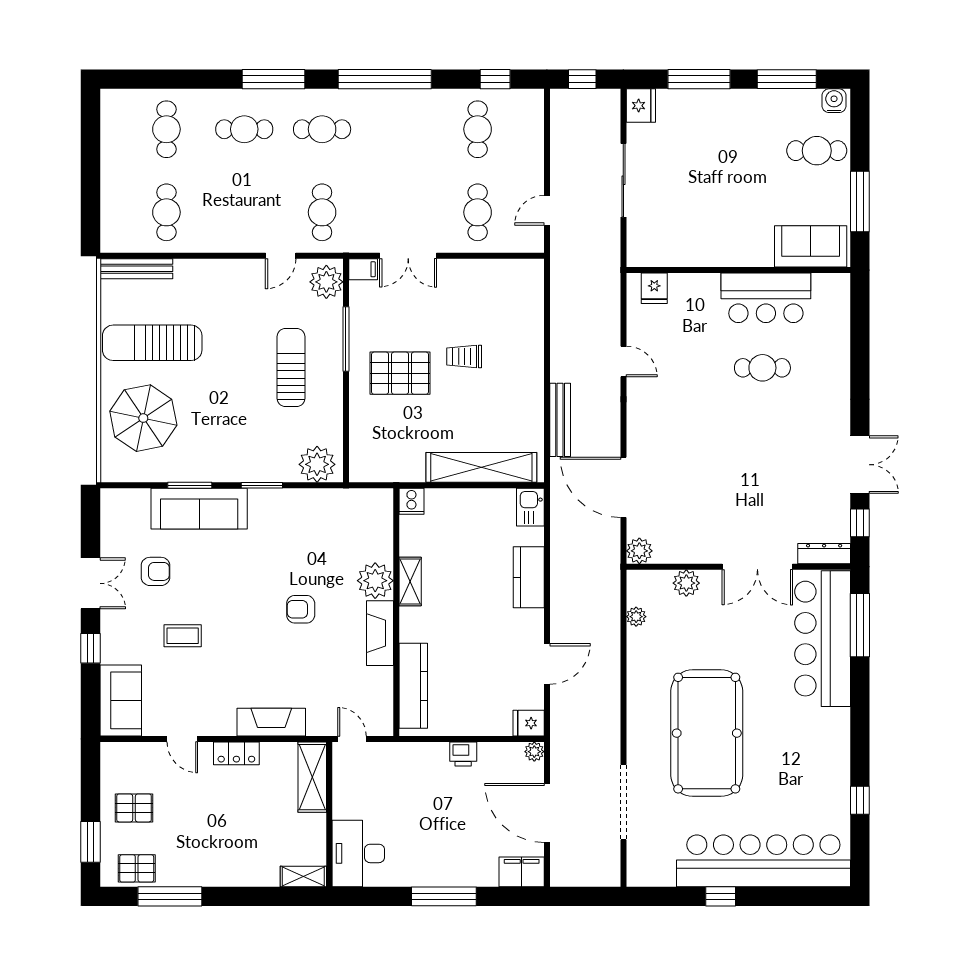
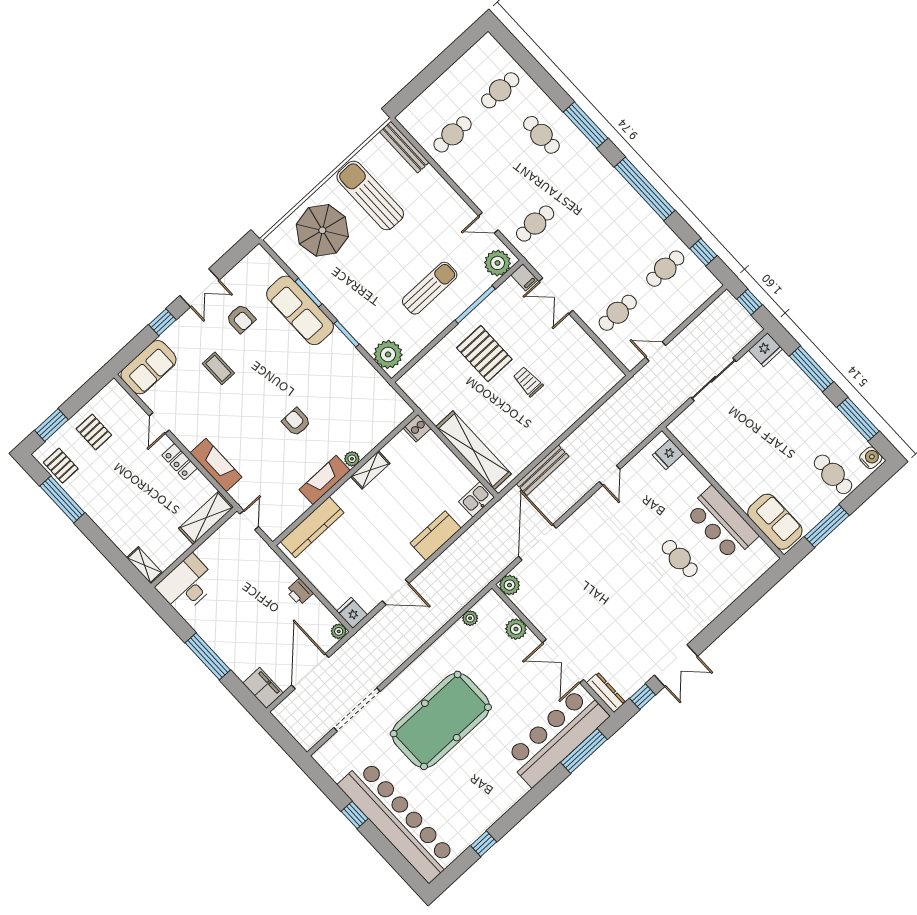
cafe table: (322, 129) -> (583, 179), removed
plant: (375, 581) -> (352, 459), width x0.53, depth x0.53

